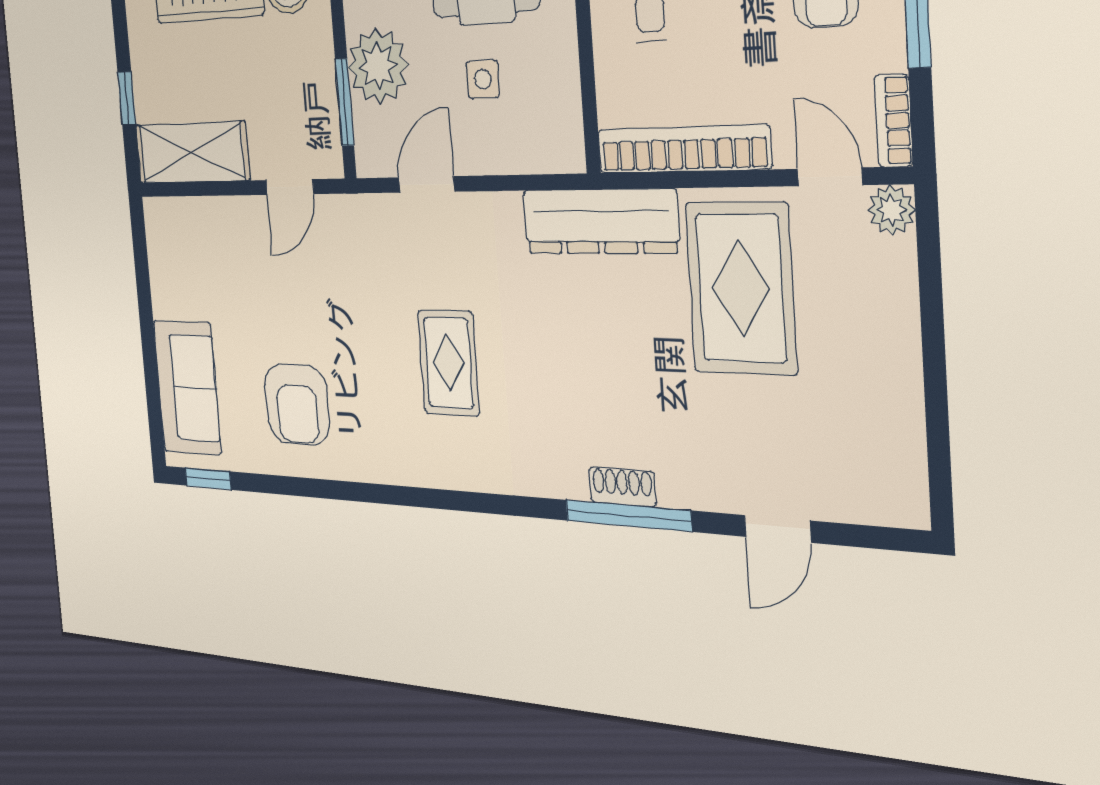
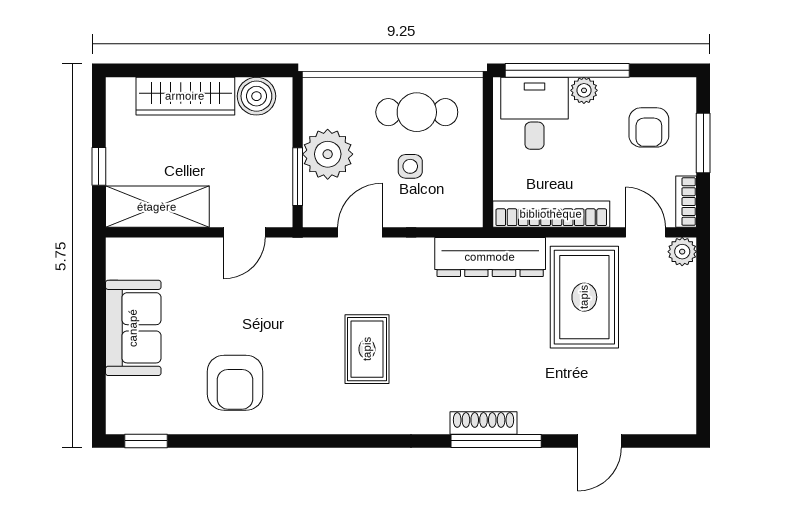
sofa: (187, 387) -> (133, 328), moved
shoe rack: (622, 487) -> (484, 423), width x1.43

